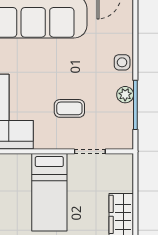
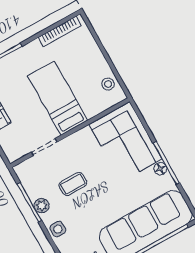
coffee table: (69, 108) -> (73, 184), moved

